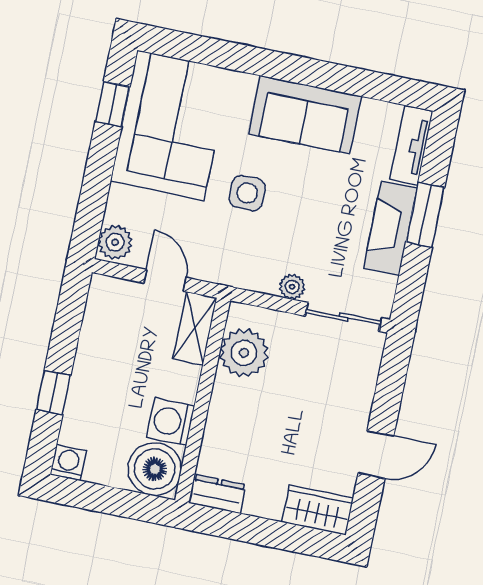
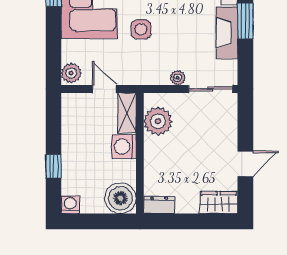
washing machine: (171, 422) -> (124, 147), moved

